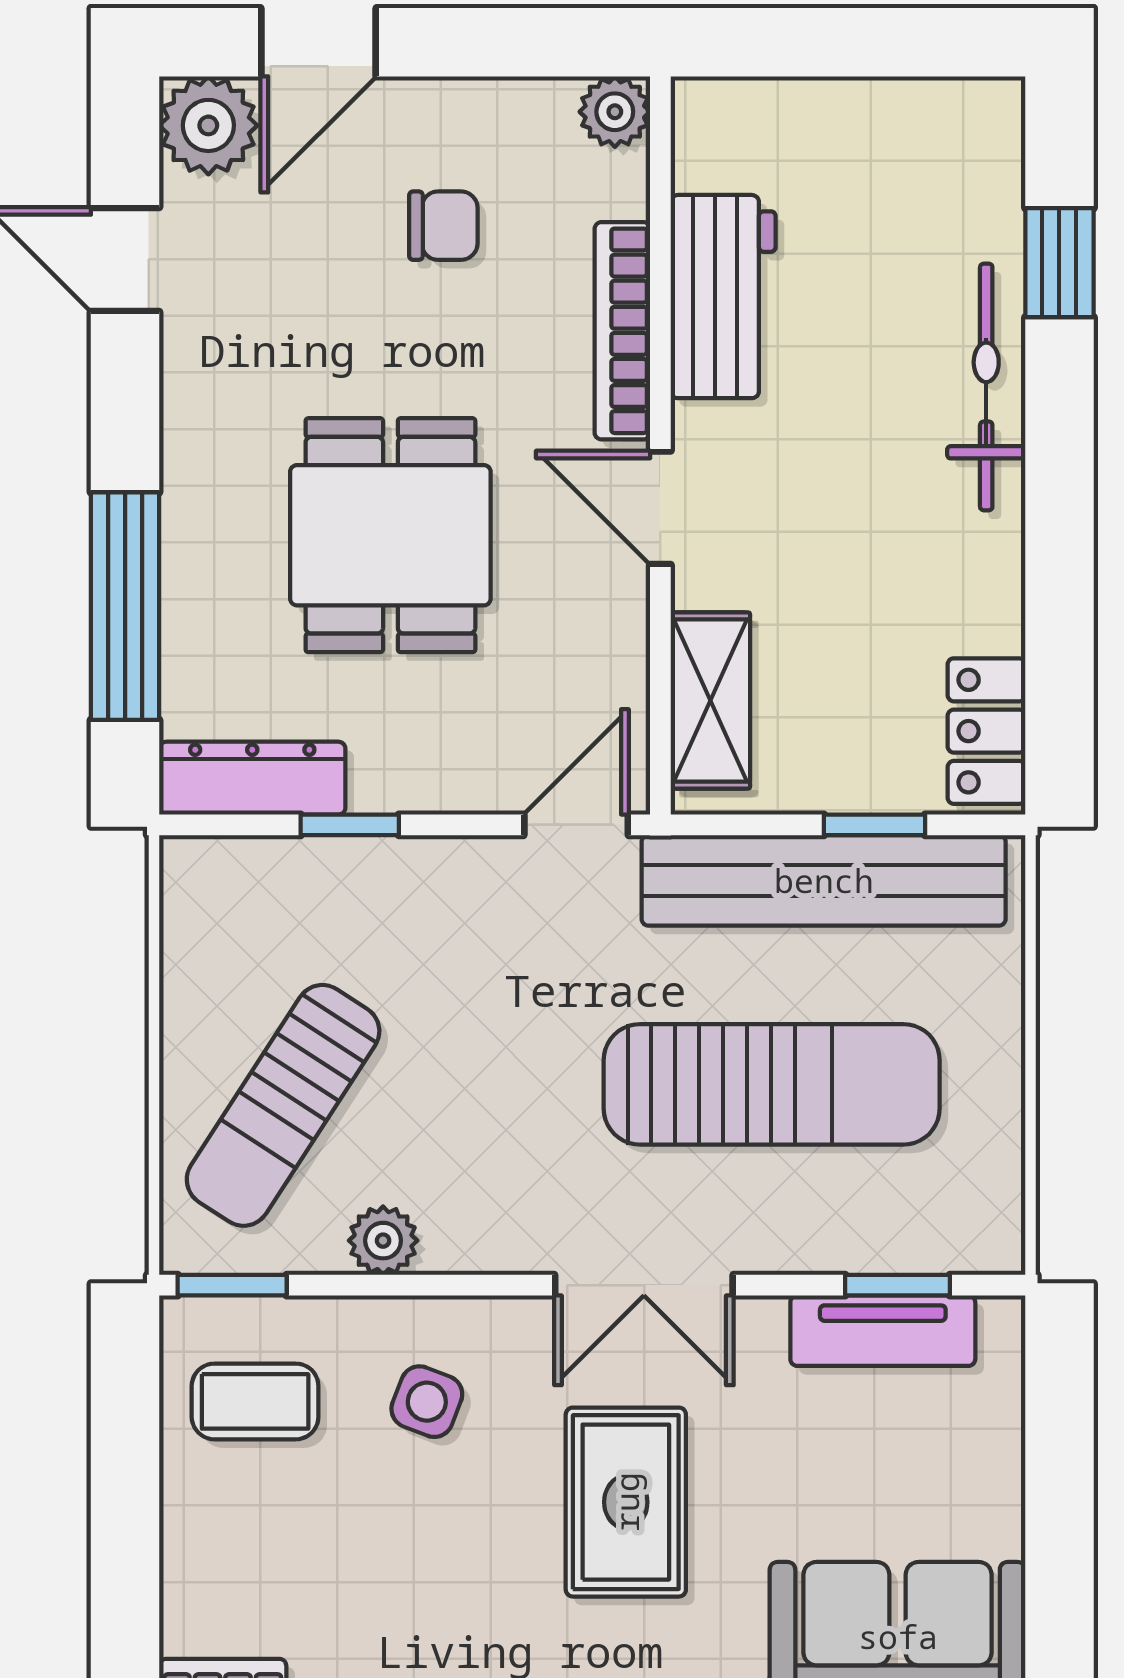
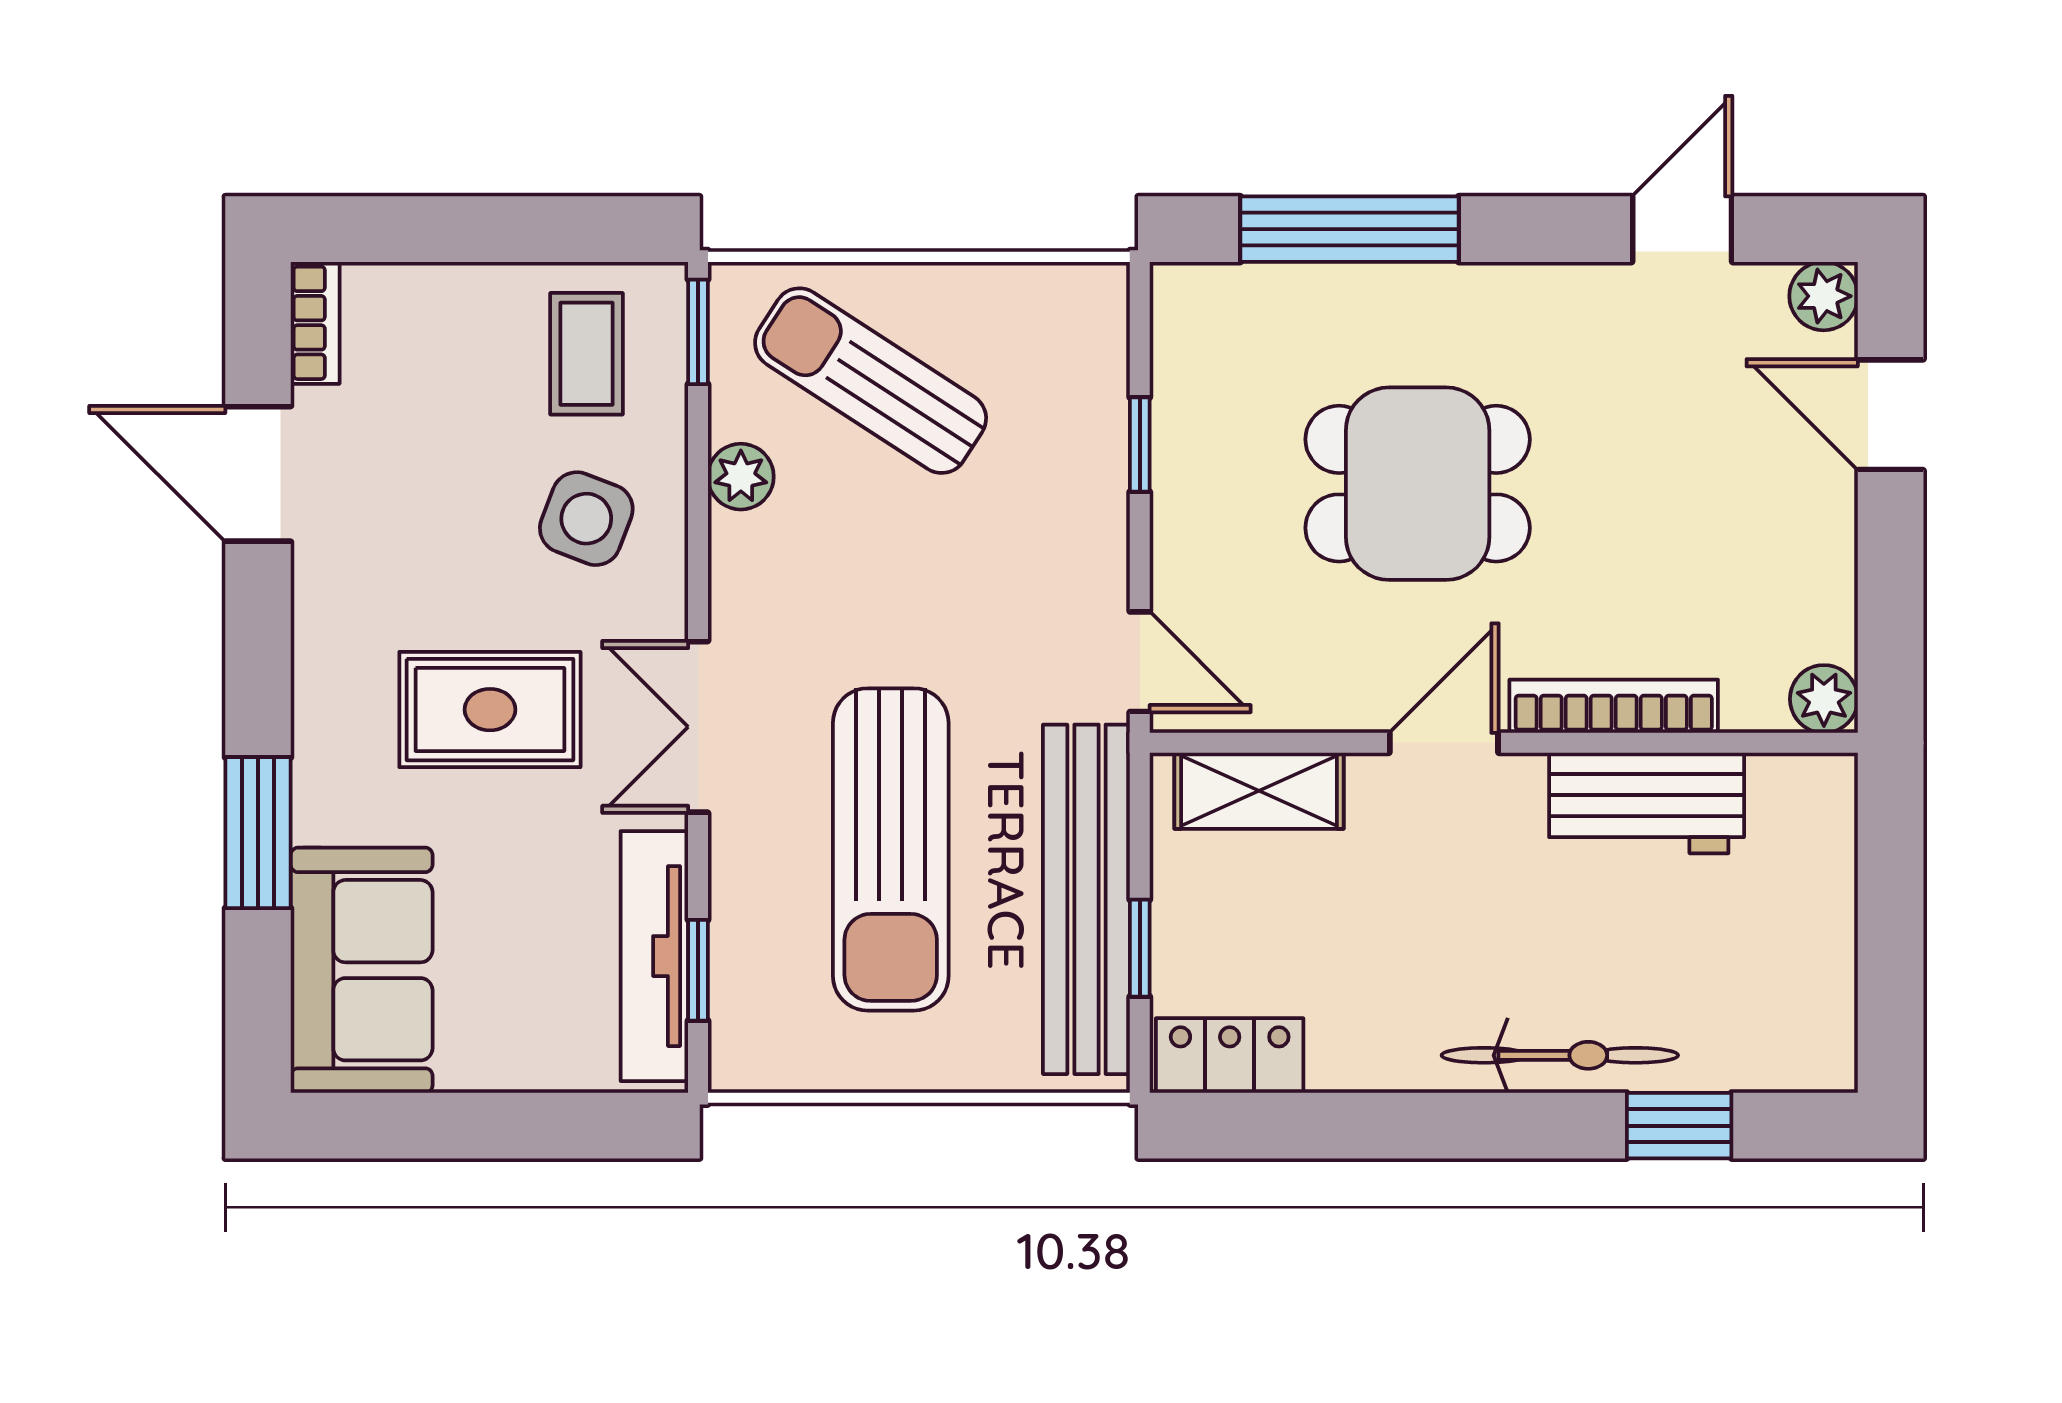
plant: (208, 125) -> (1824, 296), width x0.73, depth x0.73
chair: (443, 226) -> (1715, 534), removed
dresser: (252, 778) -> (1185, 351), removed
tv unit: (883, 1331) -> (654, 956), width x1.41
side table: (427, 1402) -> (586, 519), width x1.37, depth x1.37

